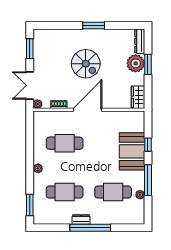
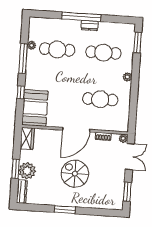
booth: (132, 151) -> (35, 108), moved

